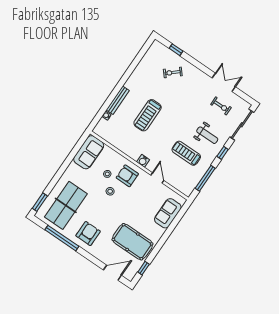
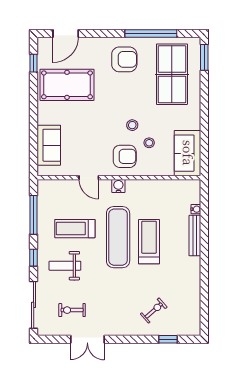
exercise mat: (164, 131) -> (118, 237), added
treadmill: (186, 153) -> (75, 229), turned 180
armchair: (88, 234) -> (124, 59), turned -90

